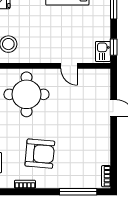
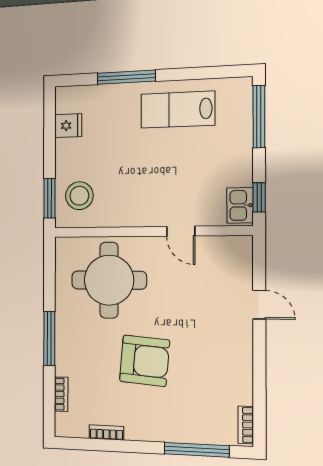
armchair: (40, 154) -> (145, 361), moved

